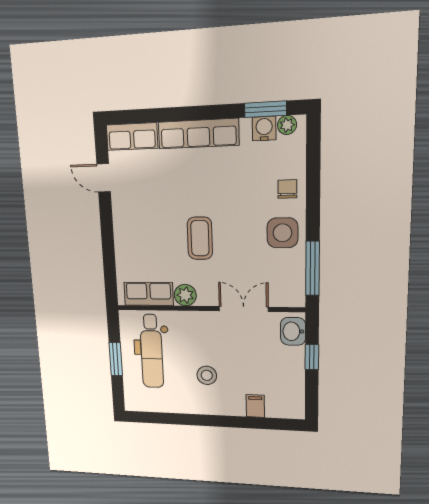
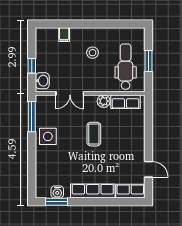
plant: (287, 125) -> (45, 193), removed
chair: (287, 189) -> (45, 160), removed

